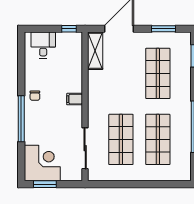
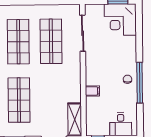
filing cabinet: (75, 99) -> (92, 91), moved
window: (21, 119) -> (140, 83), moved

